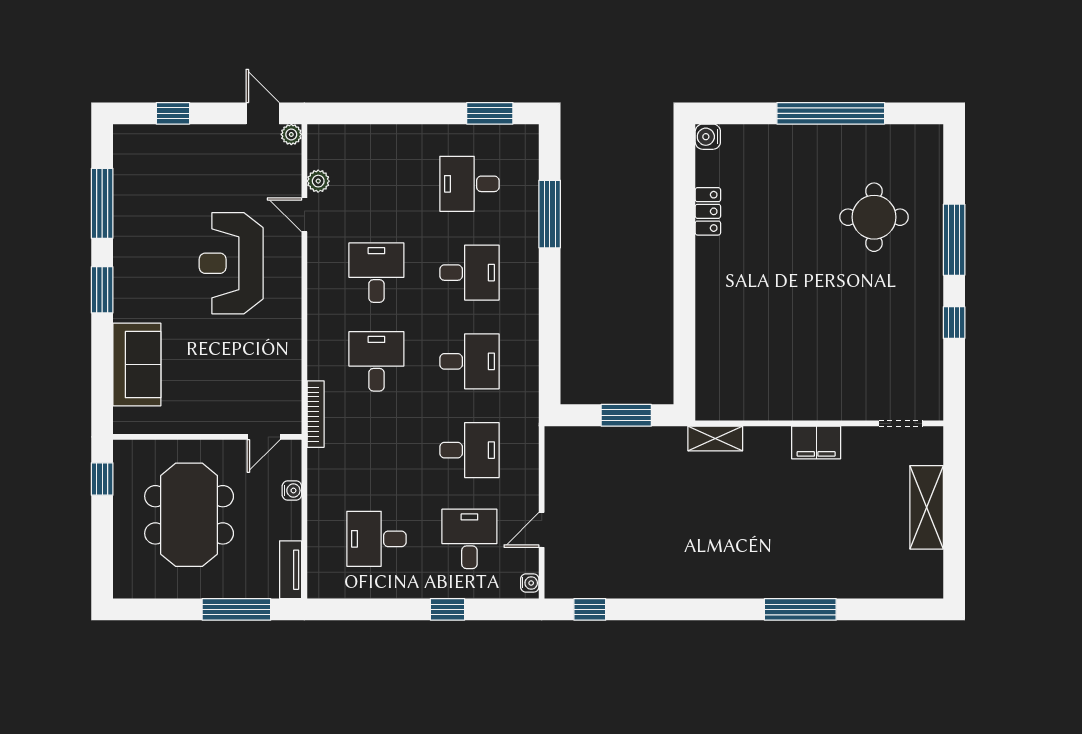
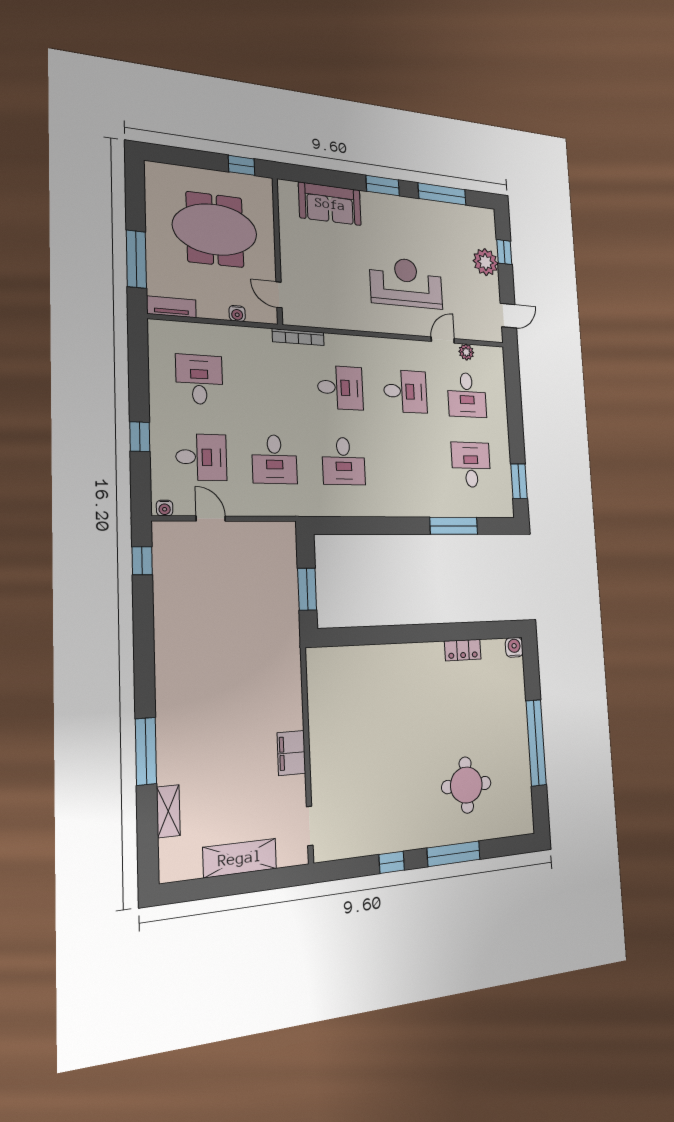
plant: (291, 134) -> (485, 262), moved, width x1.88, depth x1.88
desk: (469, 273) -> (467, 395), moved
shelving: (715, 438) -> (168, 811), moved

